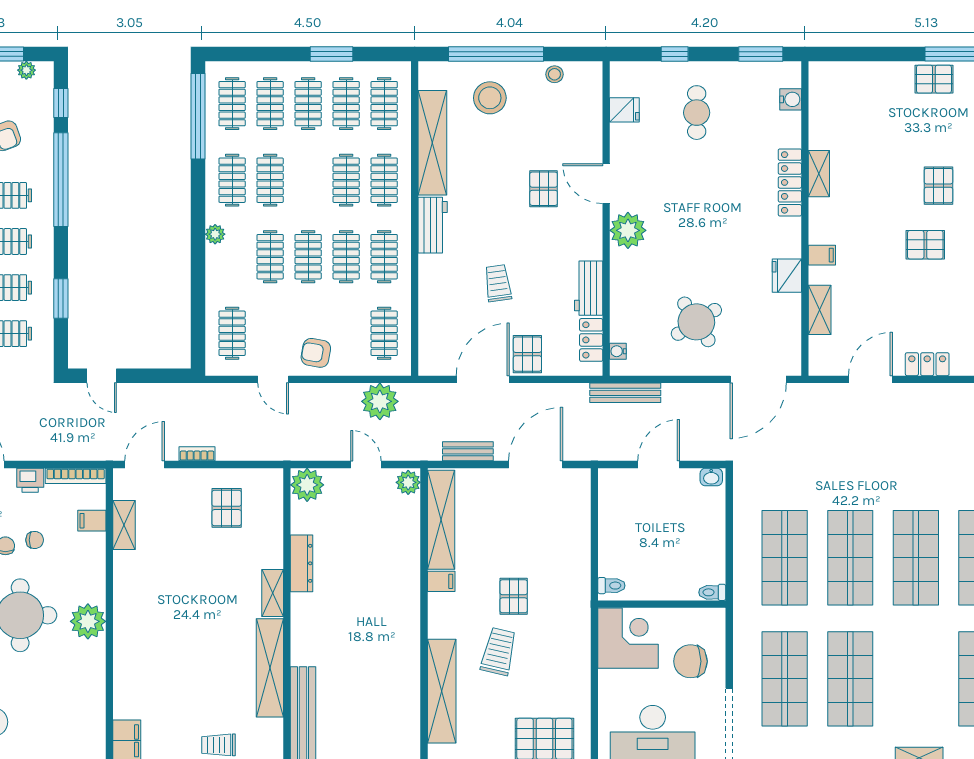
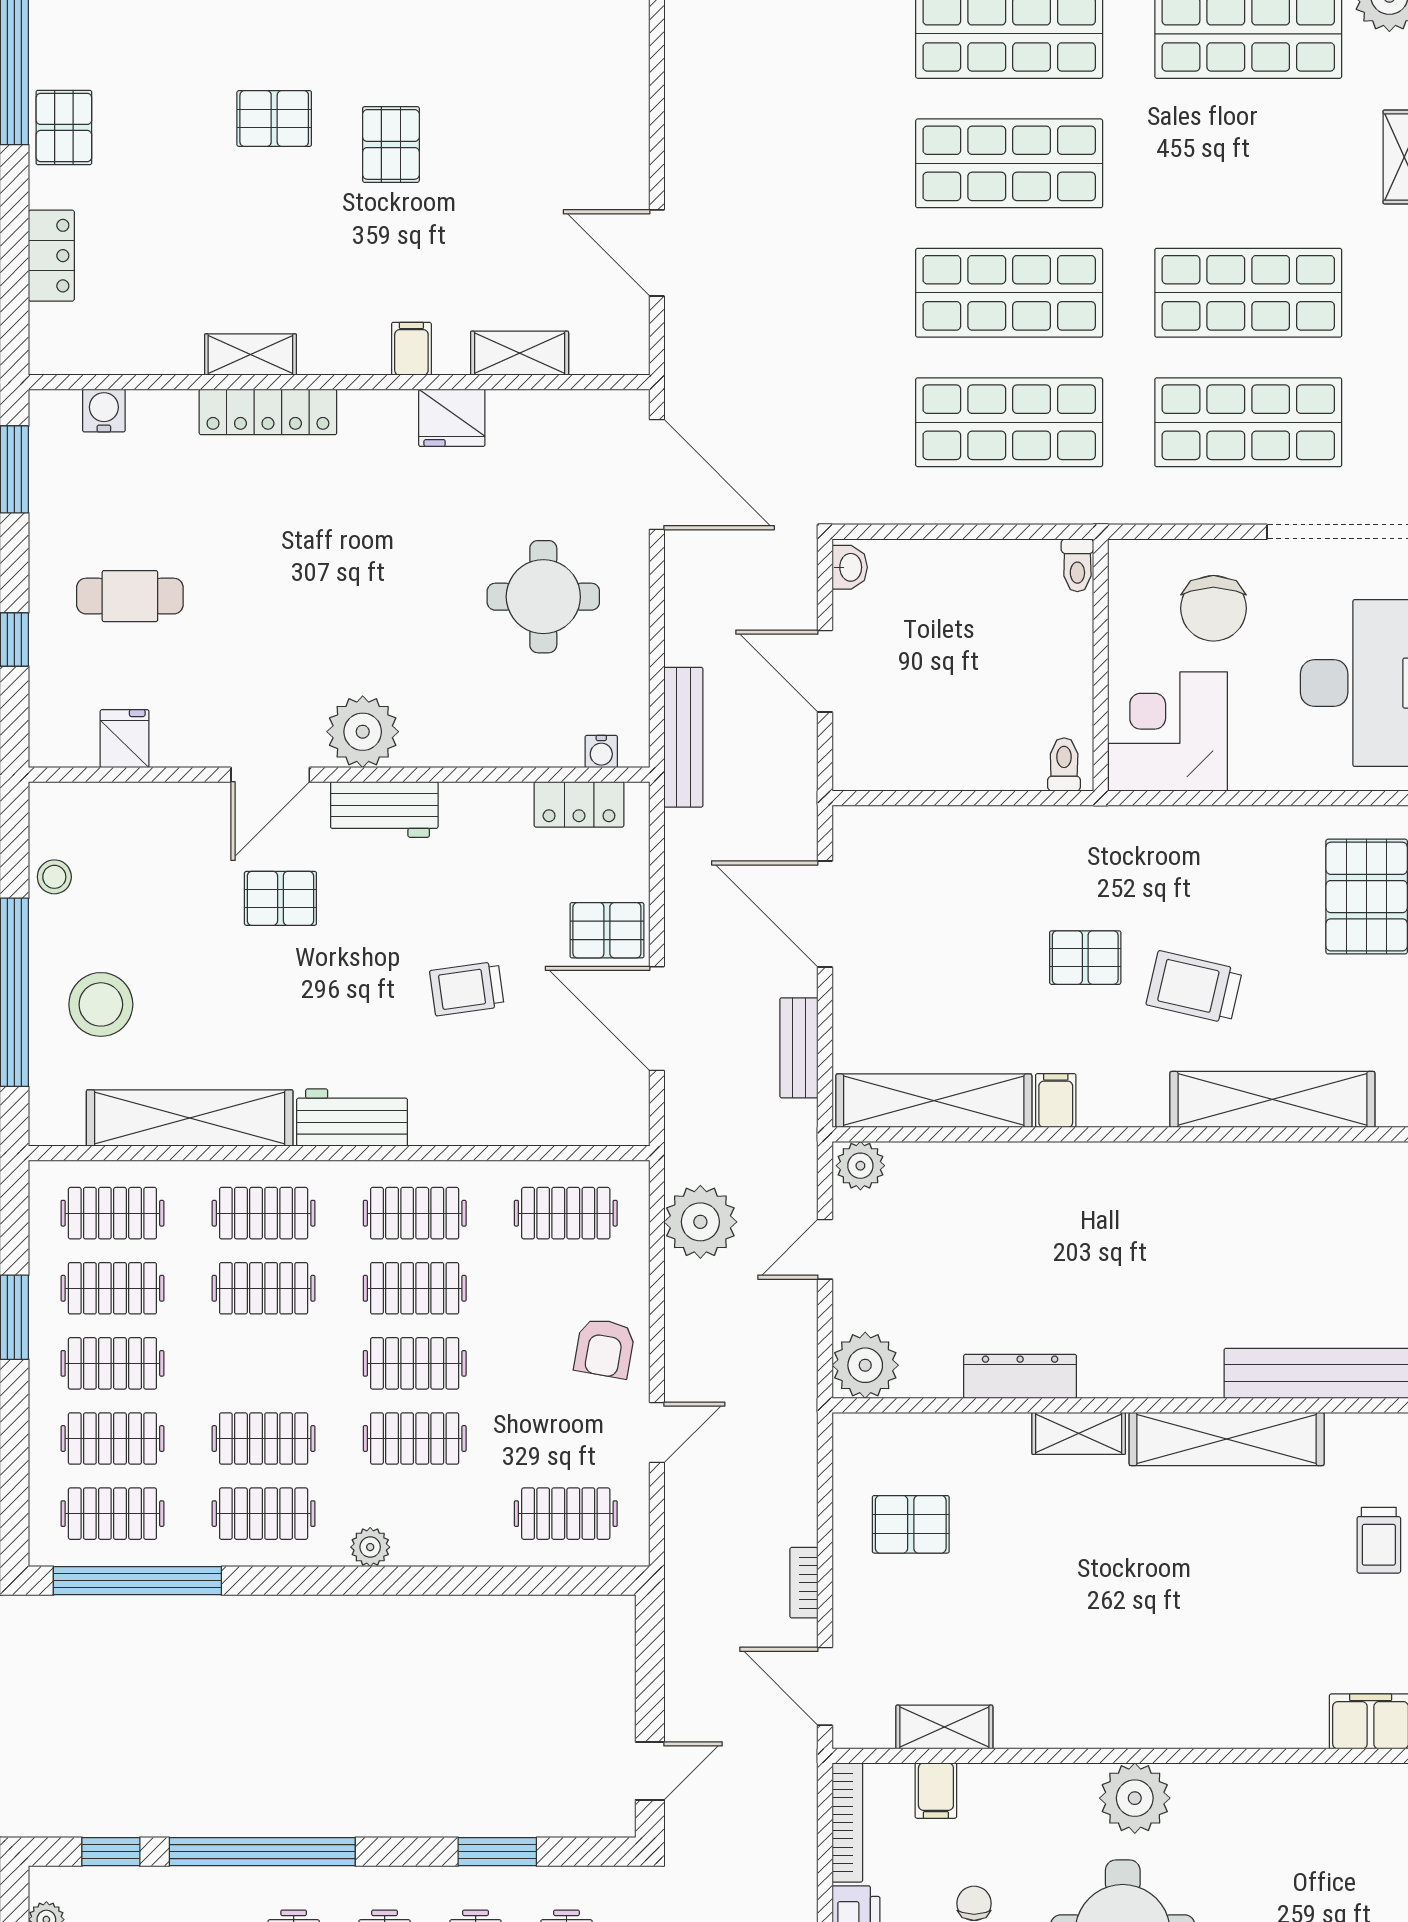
workbench: (589, 288) -> (384, 809), moved
round table: (696, 322) -> (543, 597), turned 33
locker: (927, 364) -> (51, 256), moved, turned 180

